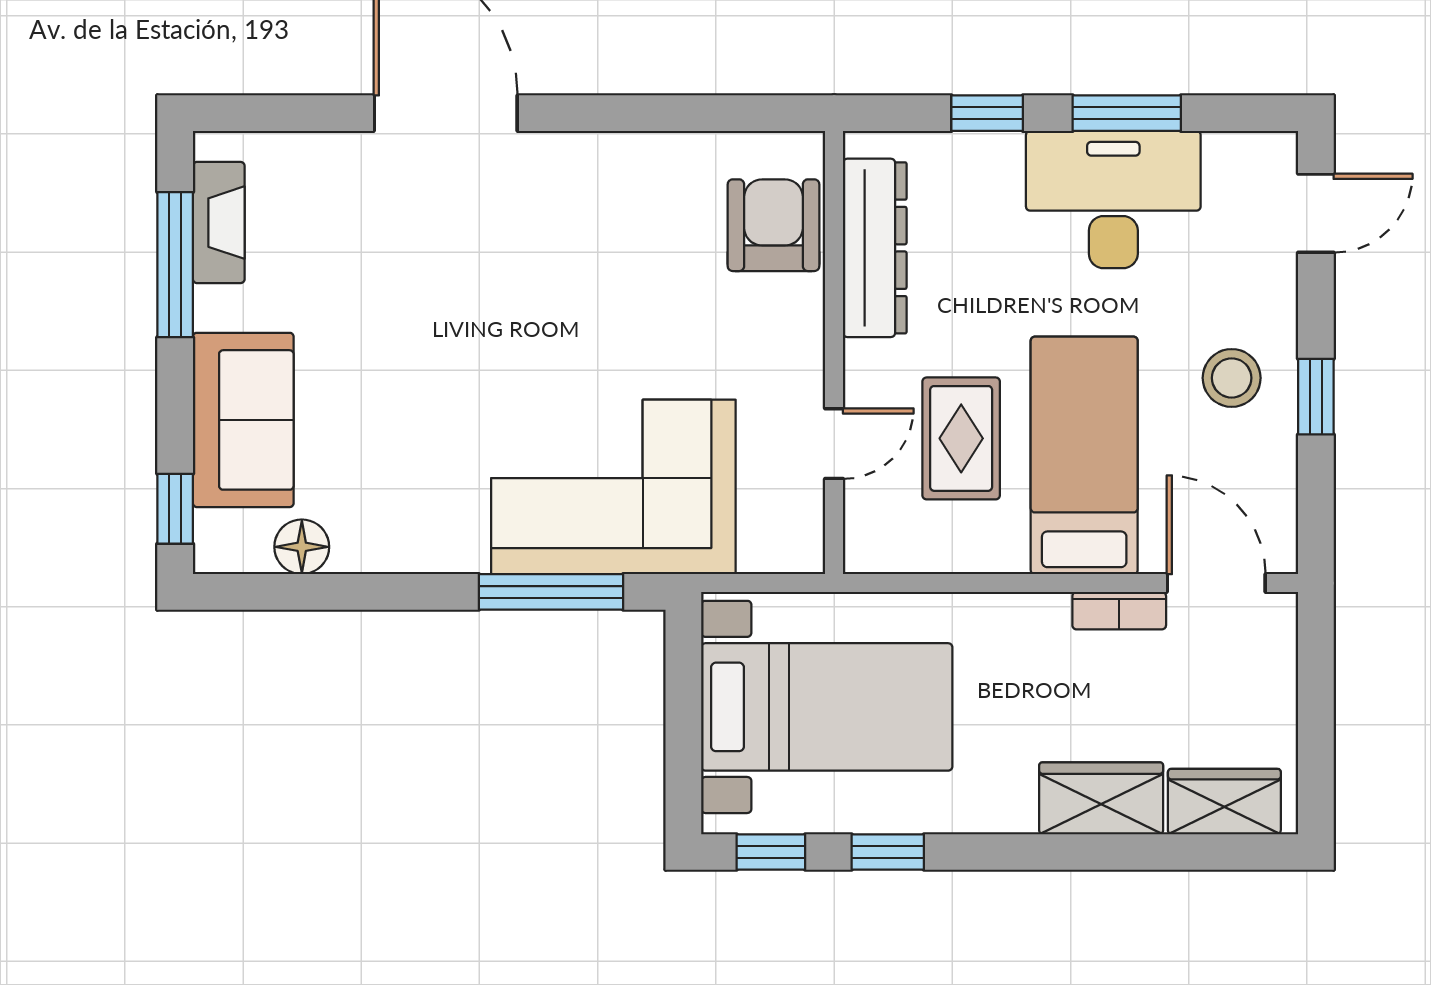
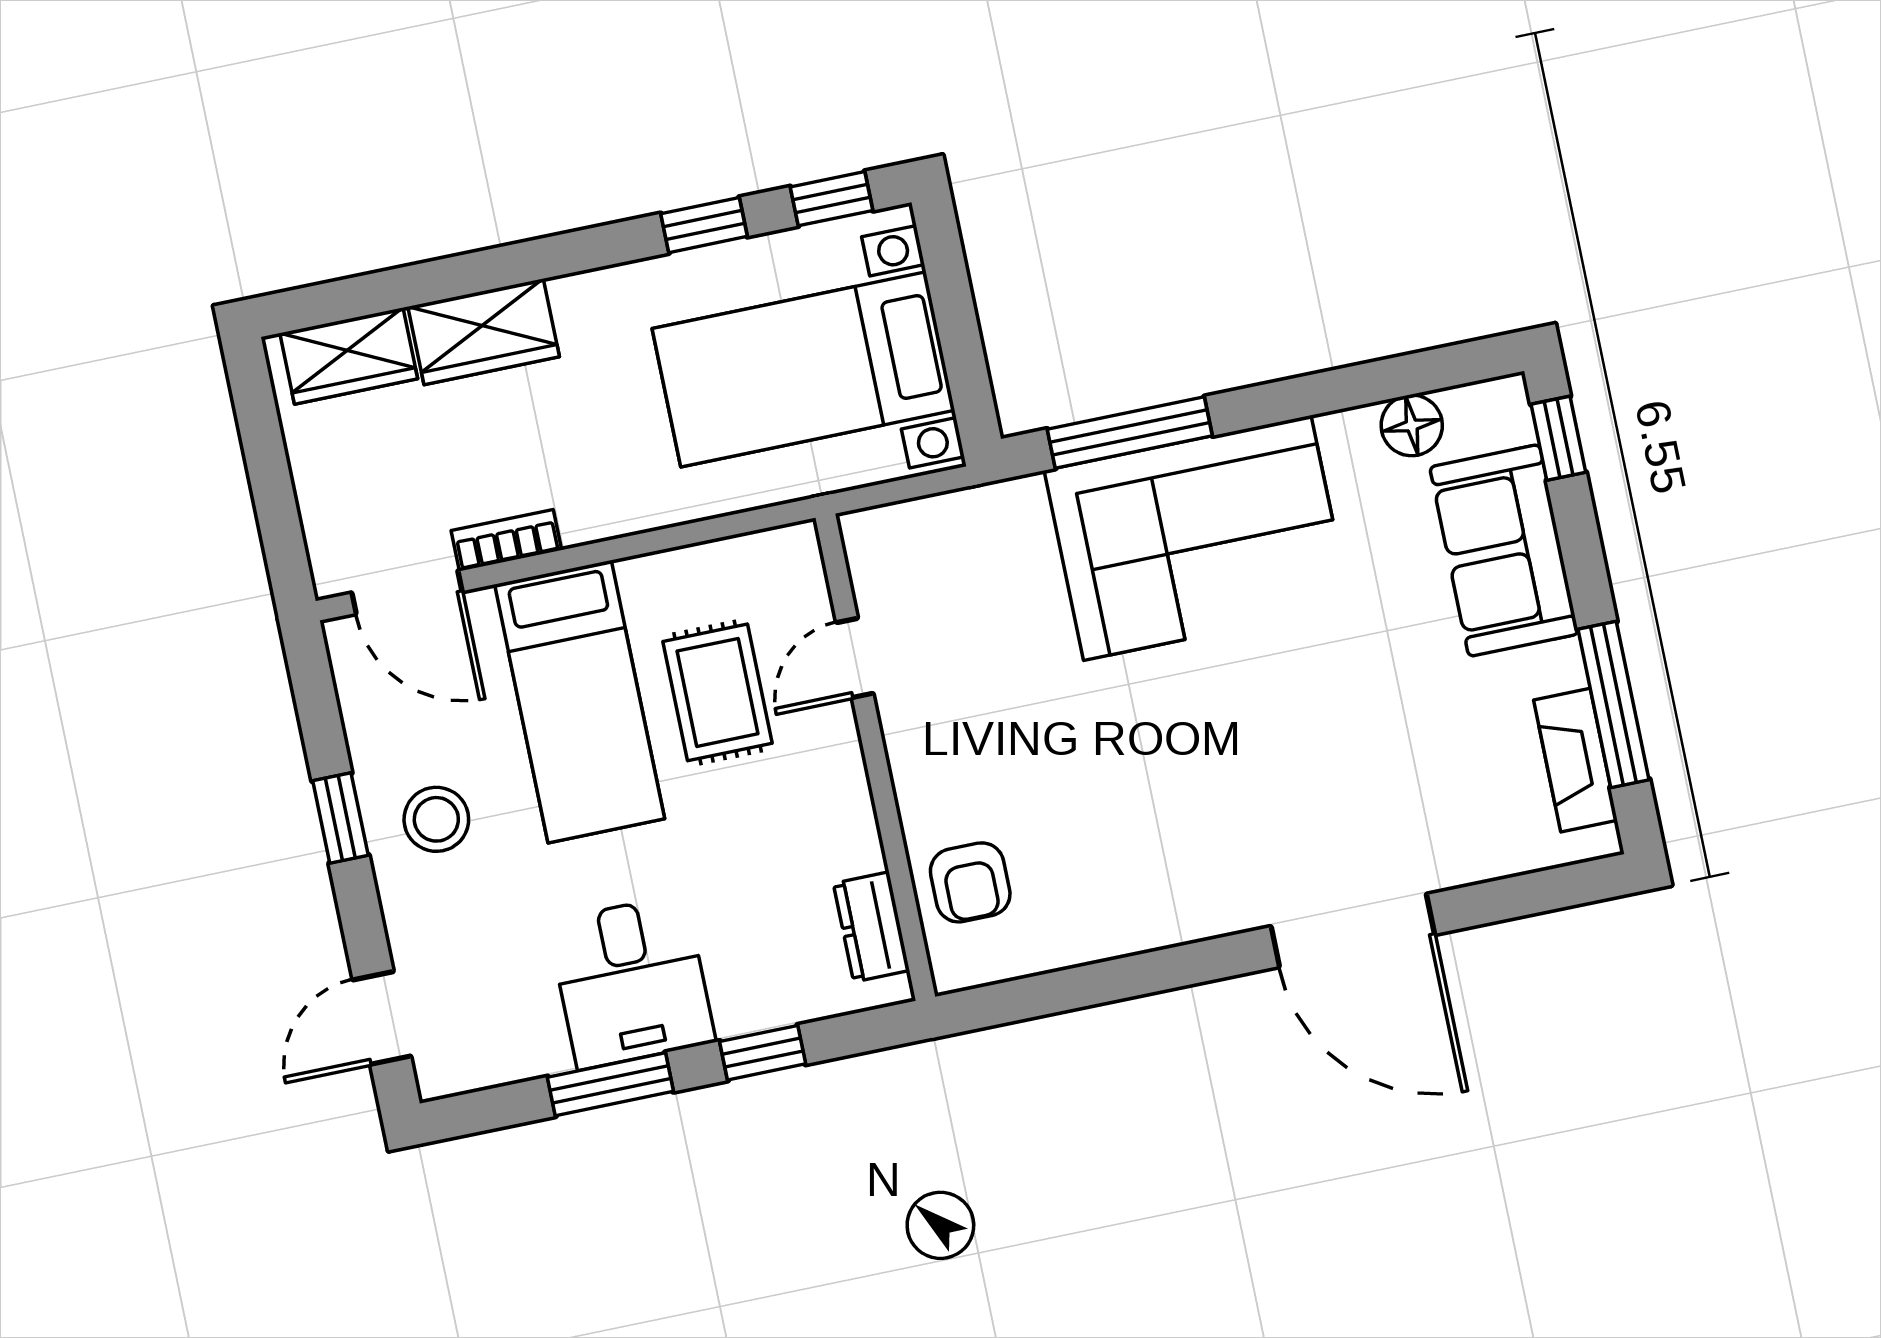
desk: (1113, 200) -> (631, 982), width x0.73
armchair: (773, 225) -> (970, 882), width x0.72, depth x0.72
dresser: (875, 248) -> (871, 927), width x0.51, depth x0.80
corner sofa: (613, 487) -> (1197, 538), moved

